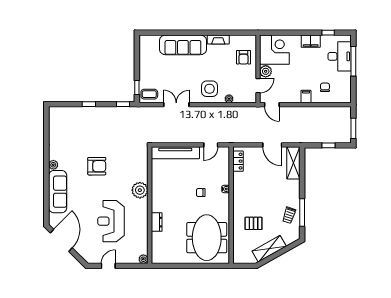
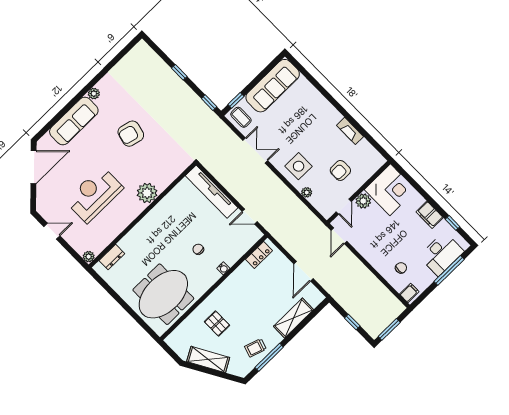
sofa: (183, 45) -> (273, 86), moved, turned -90
armchair: (243, 57) -> (340, 170), moved
door: (258, 86) -> (344, 207), hinge flipped
filing cabinet: (306, 97) -> (409, 293), moved
shelving: (293, 163) -> (293, 318), moved
armchair: (97, 166) -> (131, 134), turned 104
dresser: (157, 222) -> (112, 257), moved

